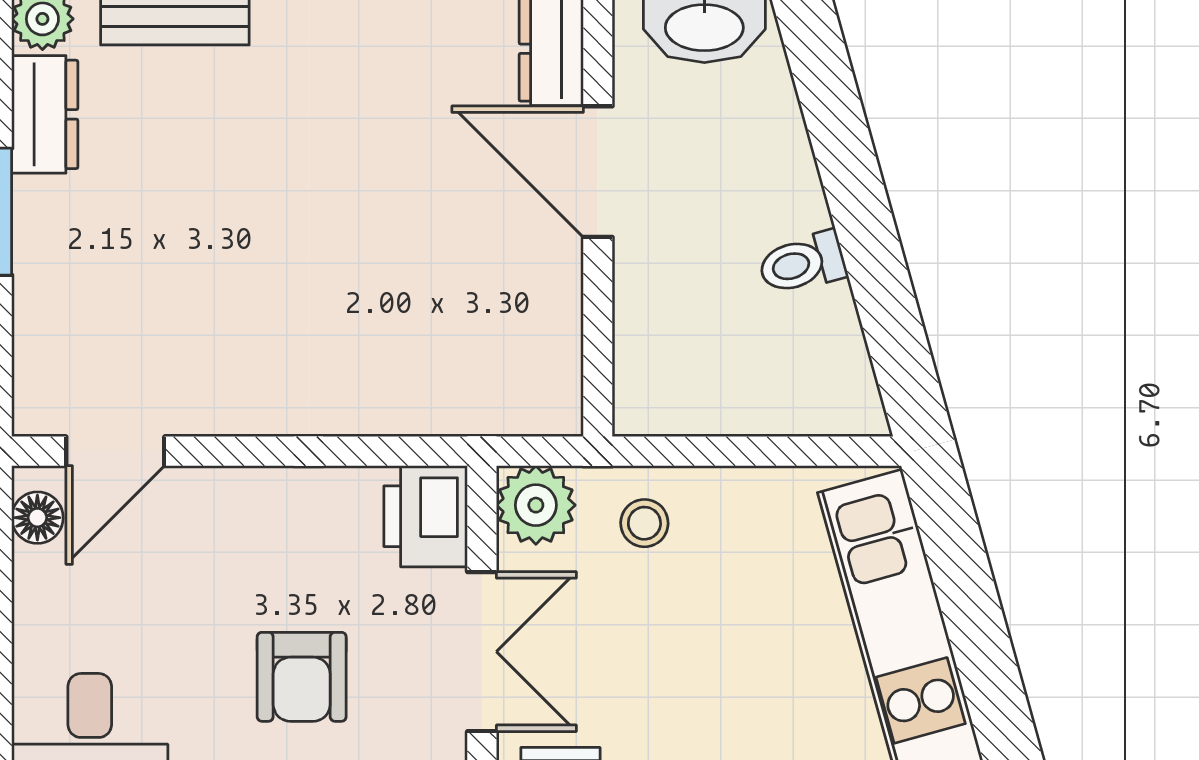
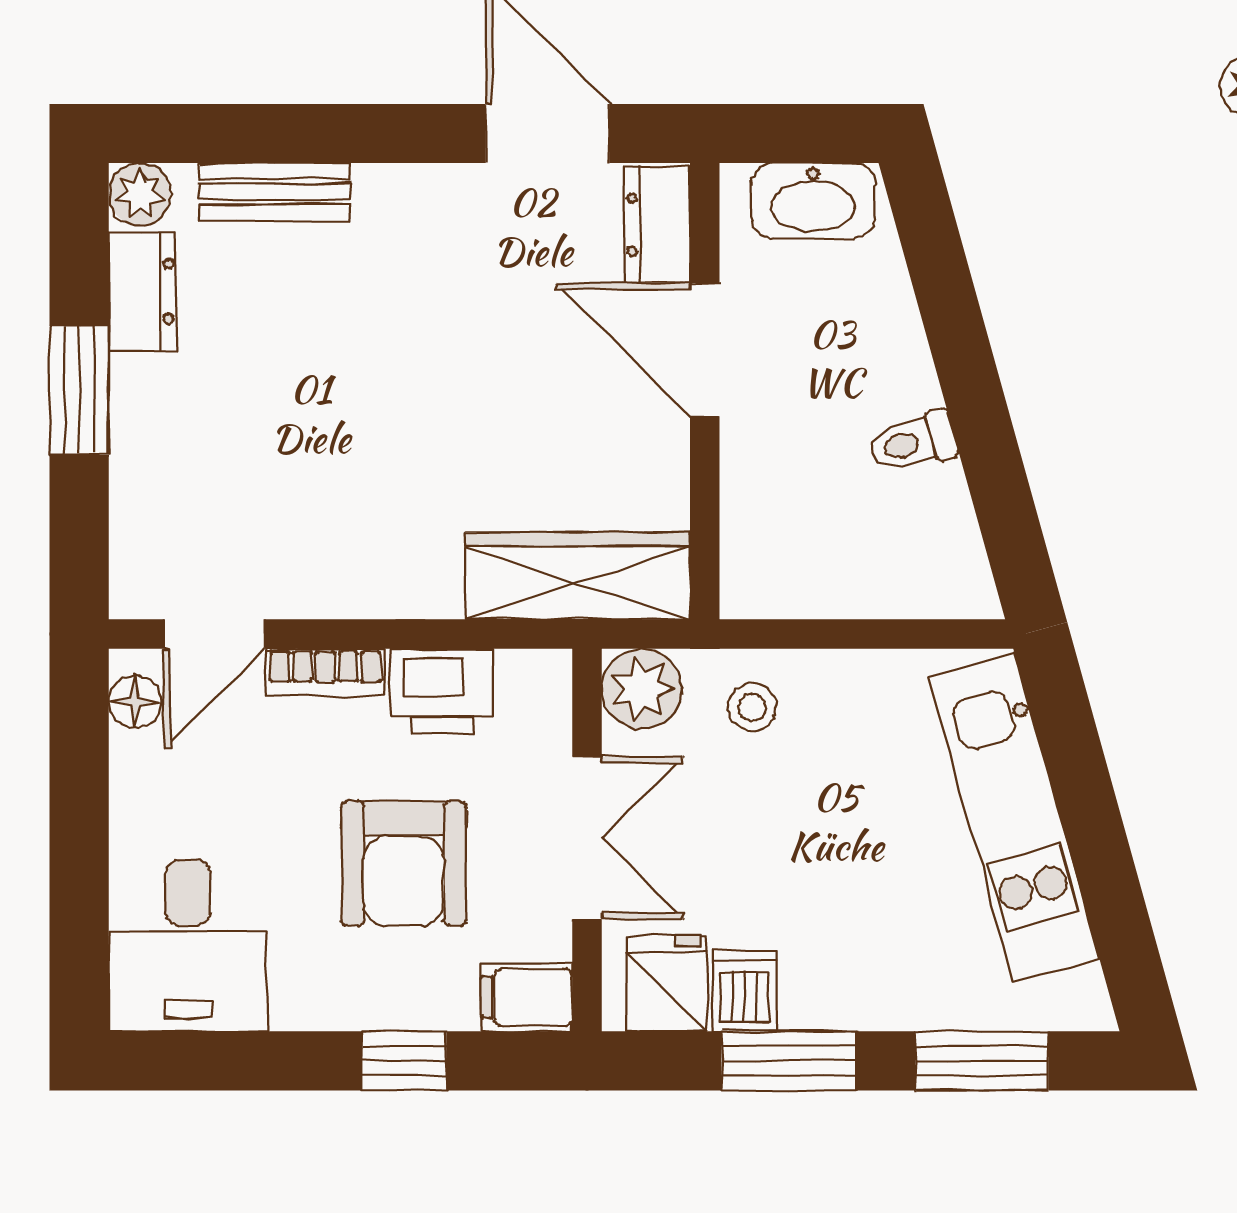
wardrobe: (473, 394) -> (578, 576), added
bookcase: (225, 489) -> (325, 672), added
printer: (426, 516) -> (442, 691), moved, turned -90
armchair: (302, 677) -> (404, 863), width x1.38, depth x1.38

